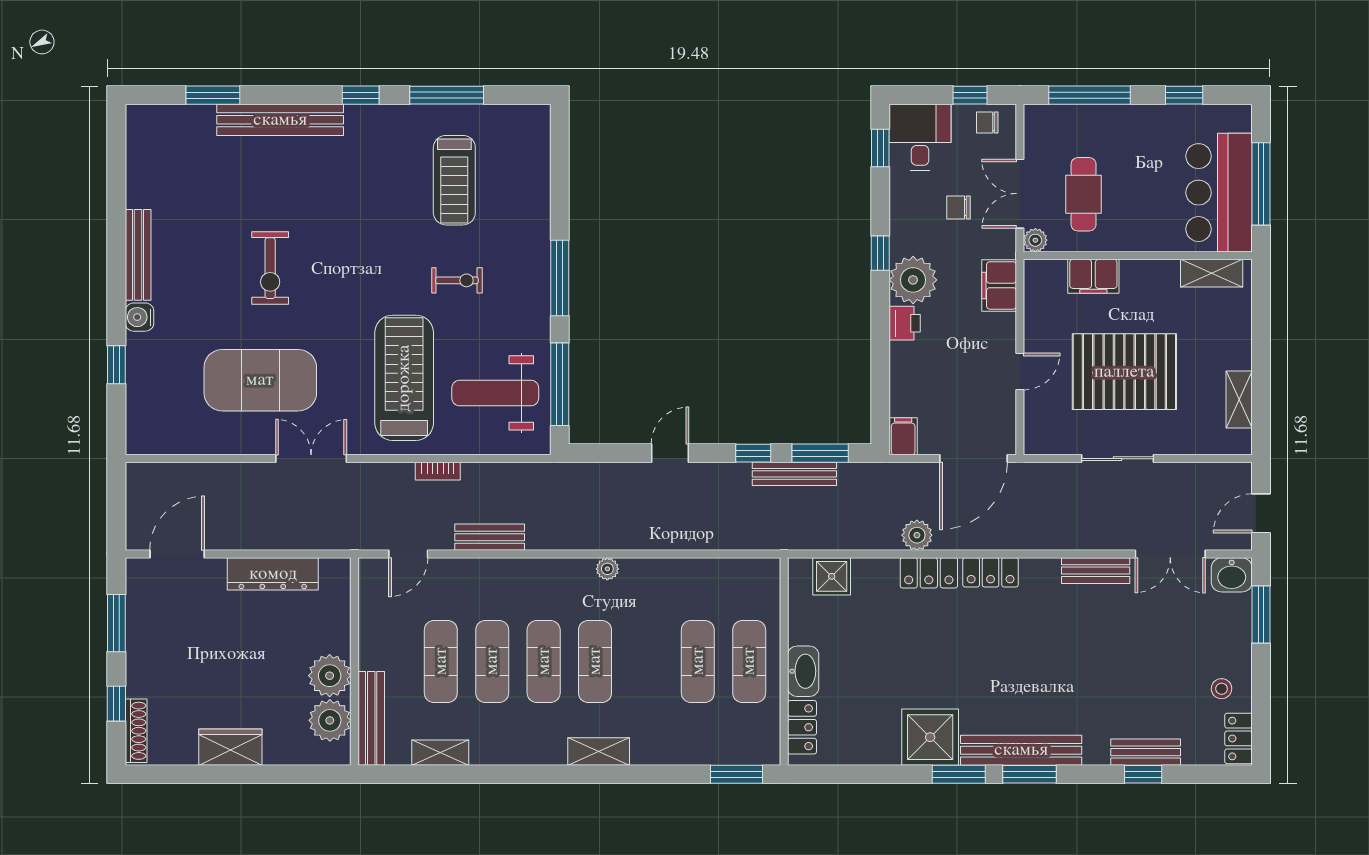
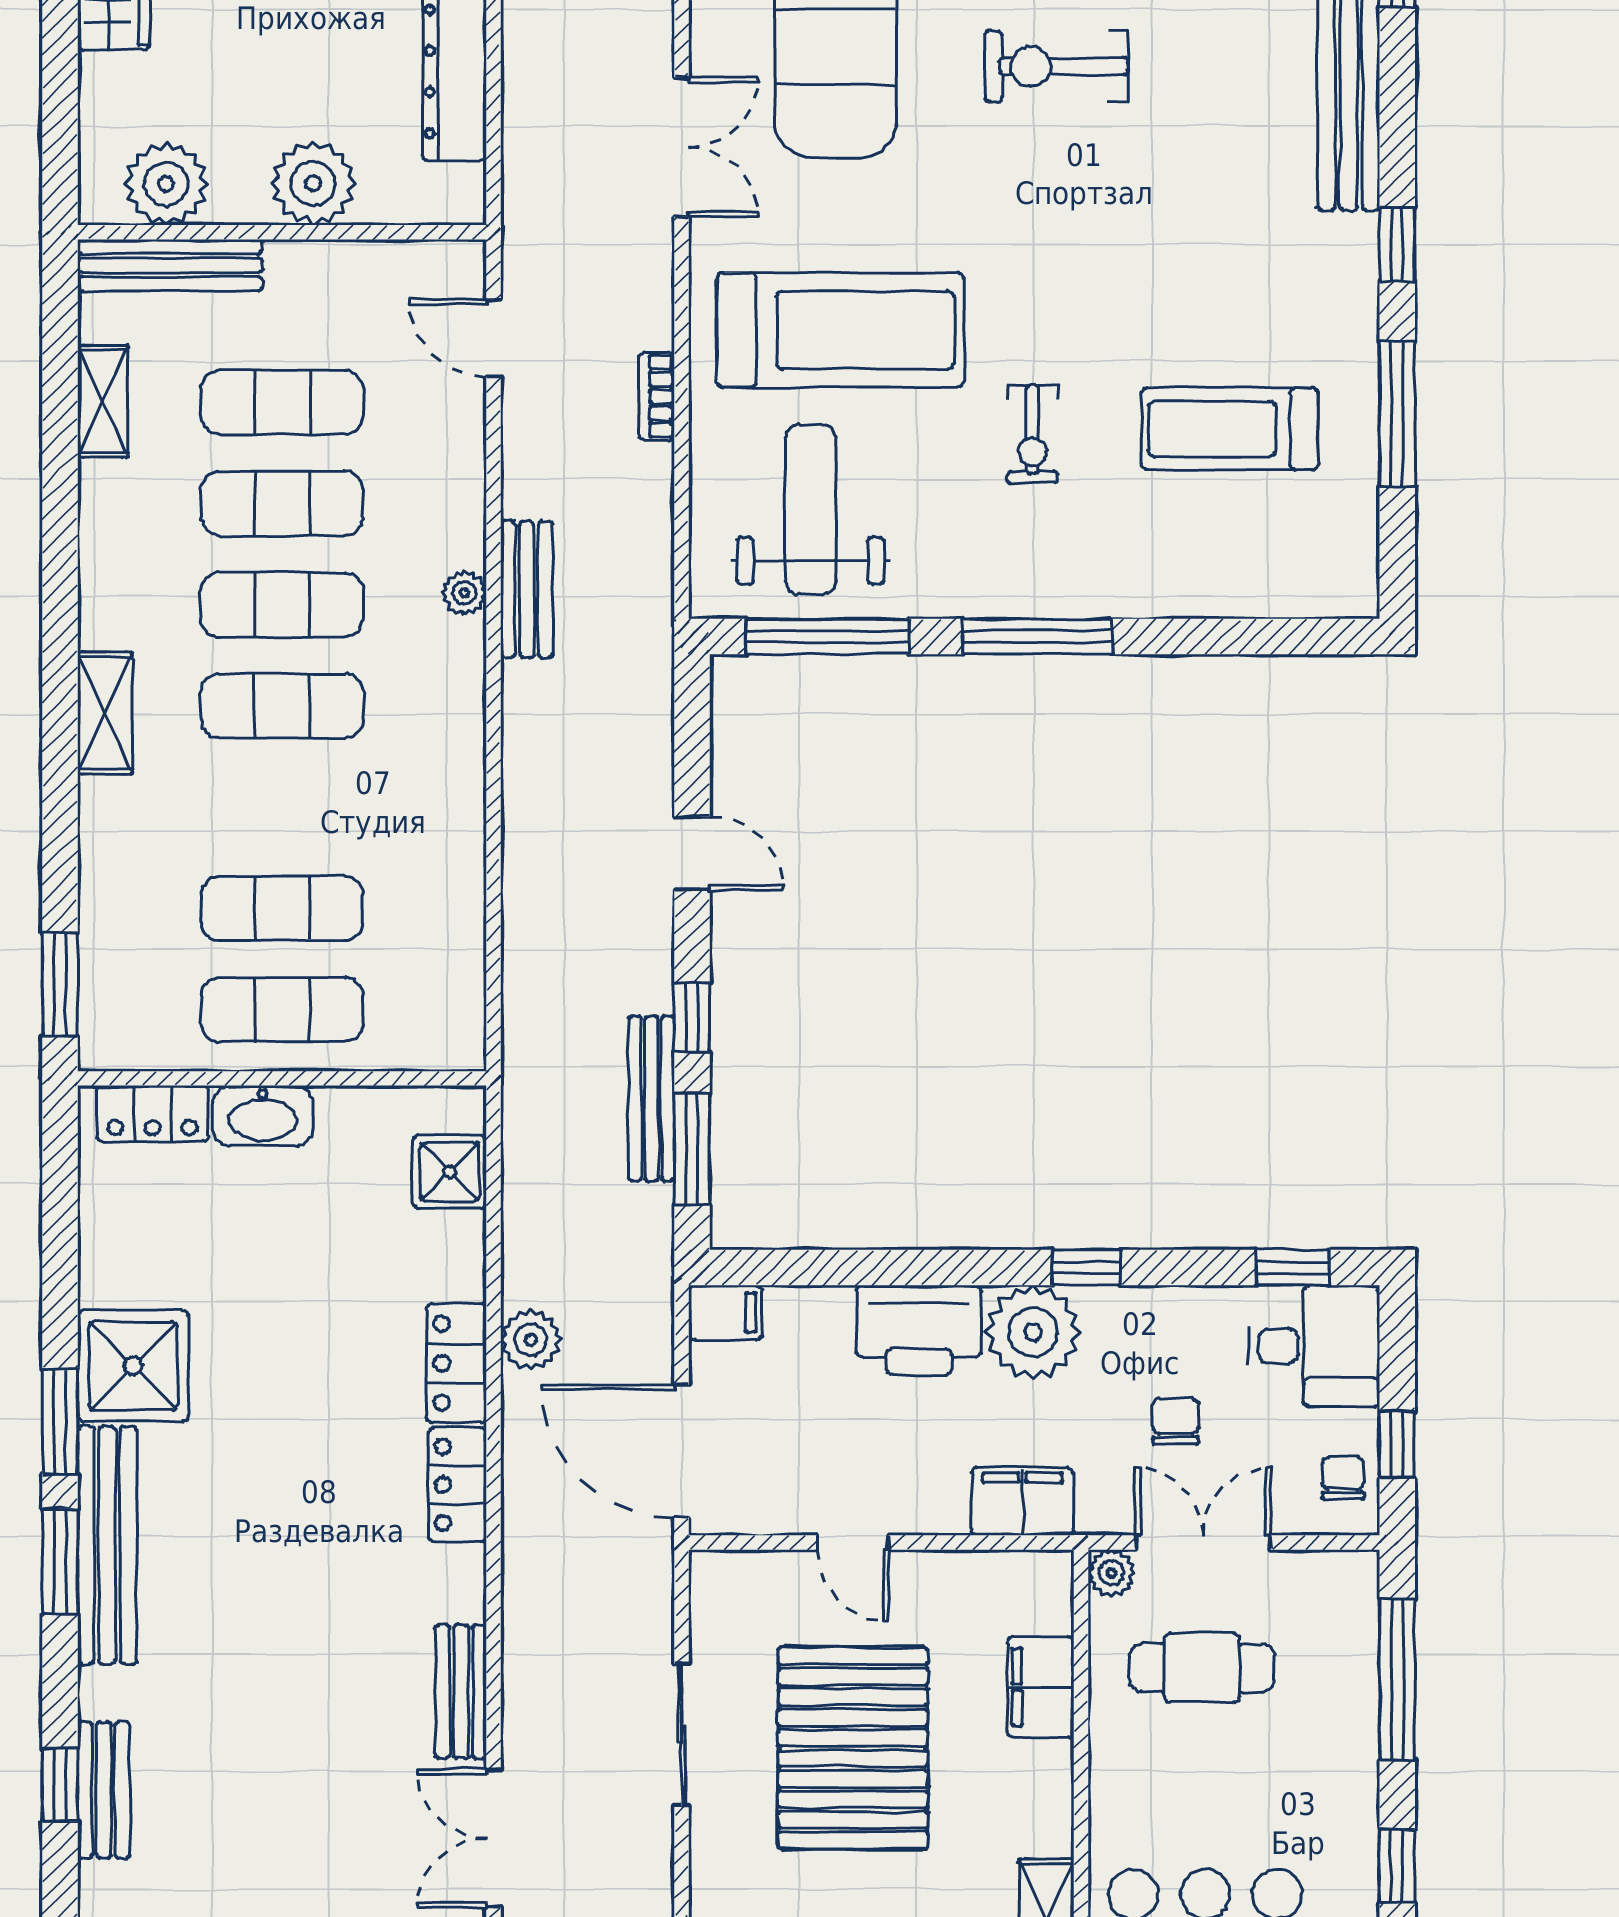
printer: (905, 323) -> (919, 1330), width x1.87, depth x1.48
bench: (490, 537) -> (527, 589), moved
plant: (607, 569) -> (464, 593), moved
plant: (330, 676) -> (313, 183), moved

